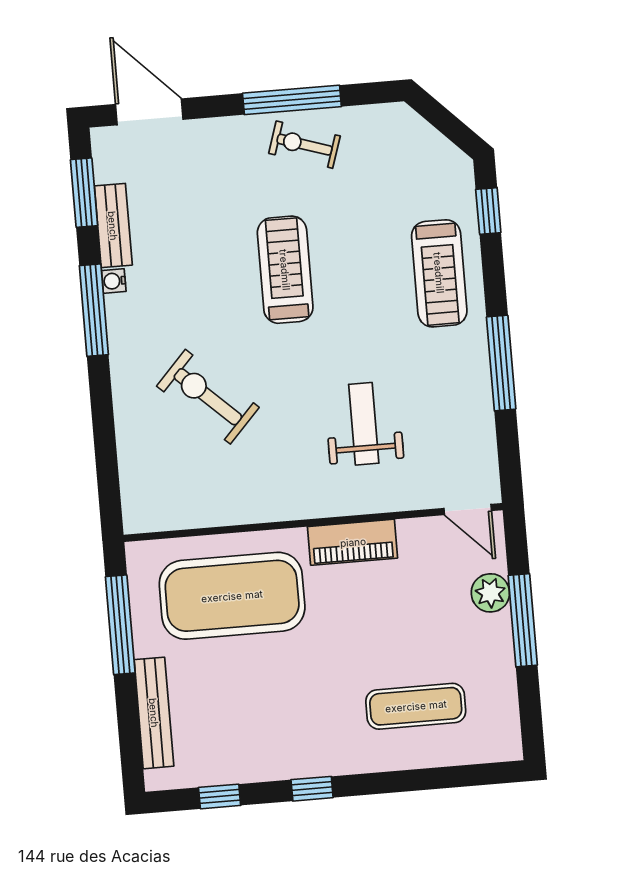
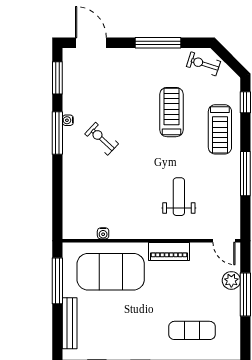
exercise bike: (304, 145) -> (203, 64), moved
bench: (113, 226) -> (70, 94), removed
treadmill: (285, 270) -> (171, 112), moved
exercise bike: (208, 397) -> (102, 139), moved, width x0.73, depth x0.72
water cooler: (209, 516) -> (103, 233), added

